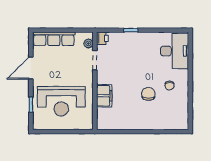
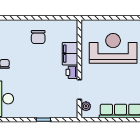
printer: (102, 38) -> (72, 72), moved
chair: (148, 94) -> (38, 37), moved

